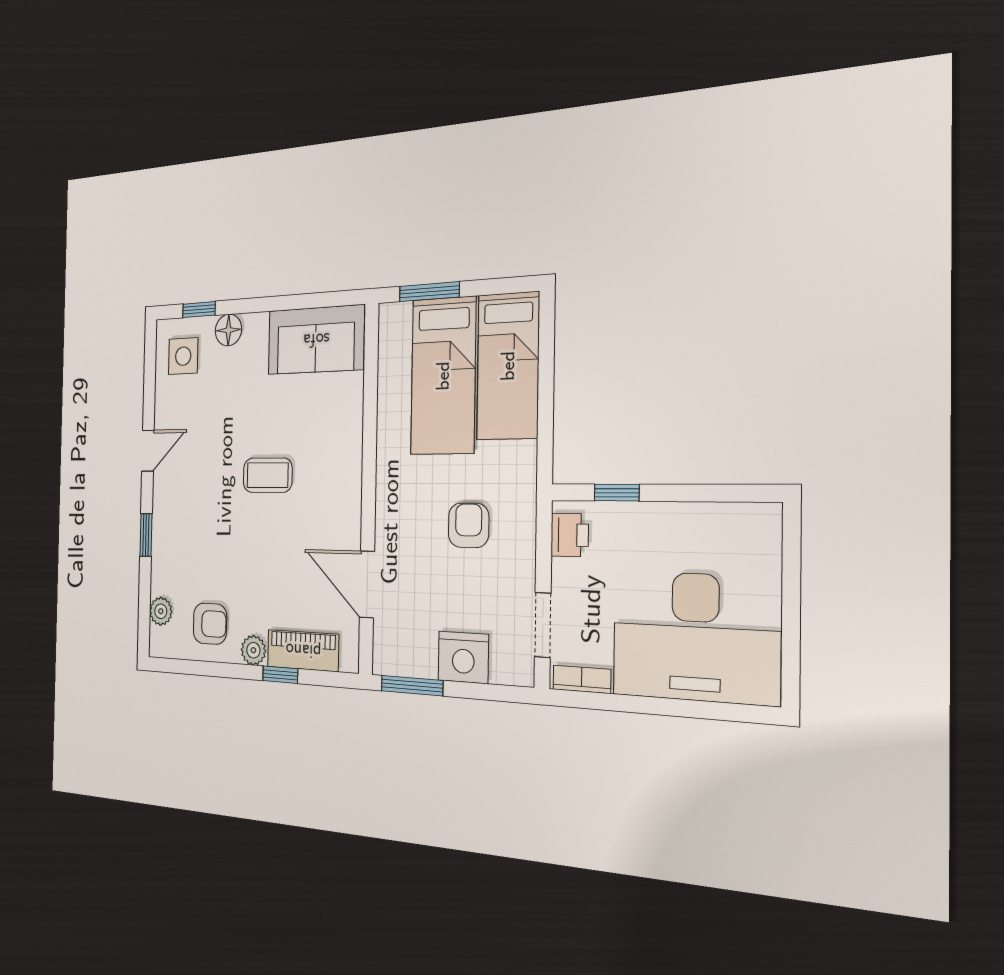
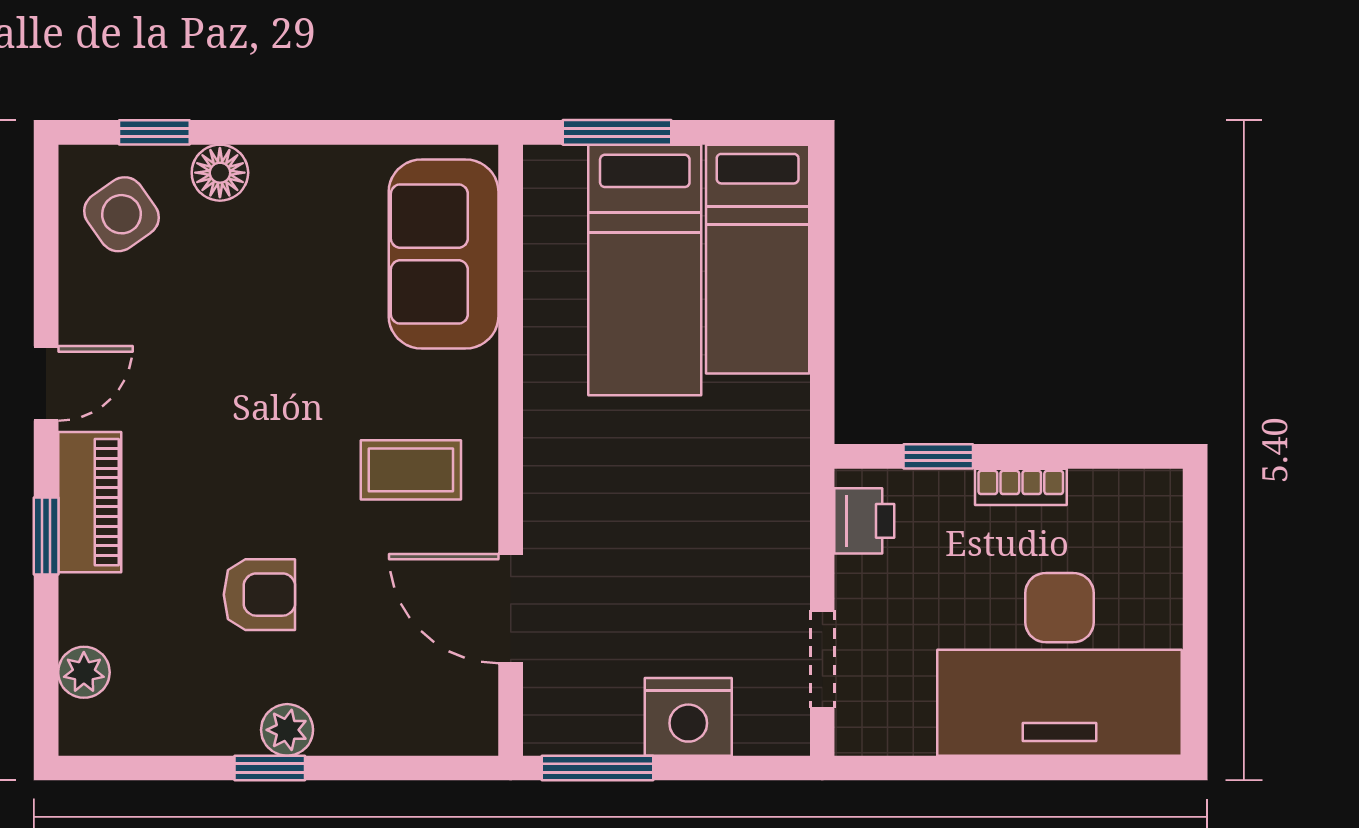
sofa: (316, 340) -> (444, 254), moved, turned 90
side table: (183, 356) -> (121, 214), turned -35
coffee table: (268, 475) -> (411, 470), moved
armchair: (469, 525) -> (694, 509), removed
armchair: (210, 624) -> (259, 595), moved
piano: (303, 651) -> (90, 502), moved, turned 90
window: (280, 675) -> (270, 768), moved
bookcase: (582, 679) -> (1021, 487), moved, turned 180

